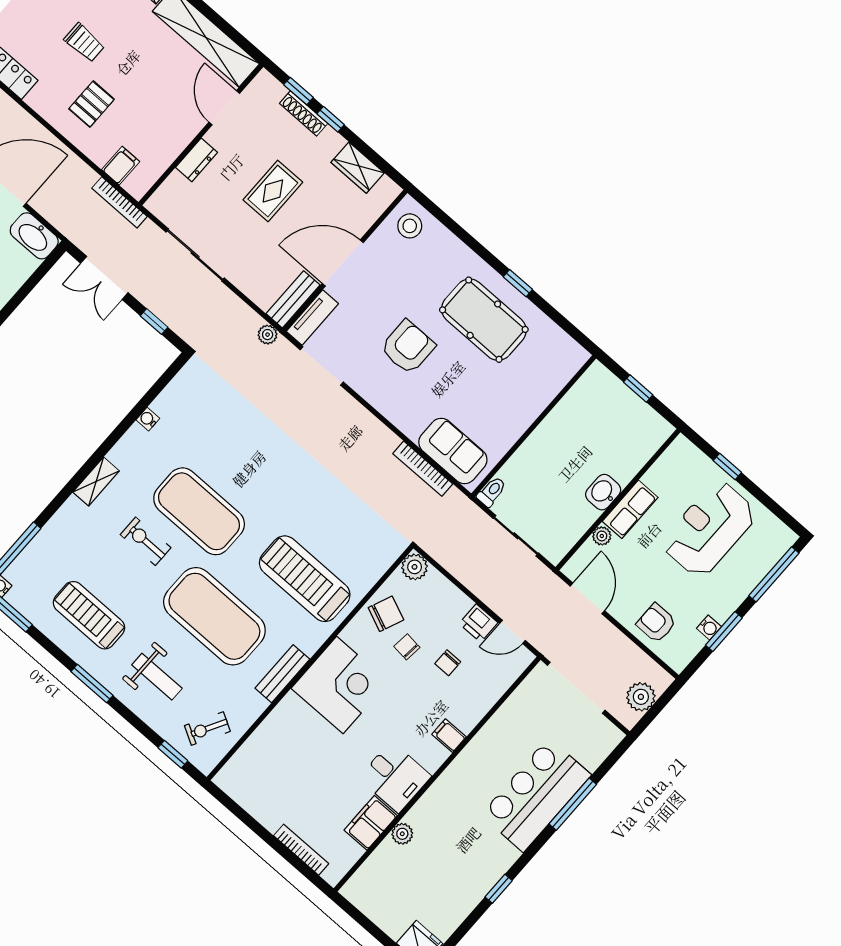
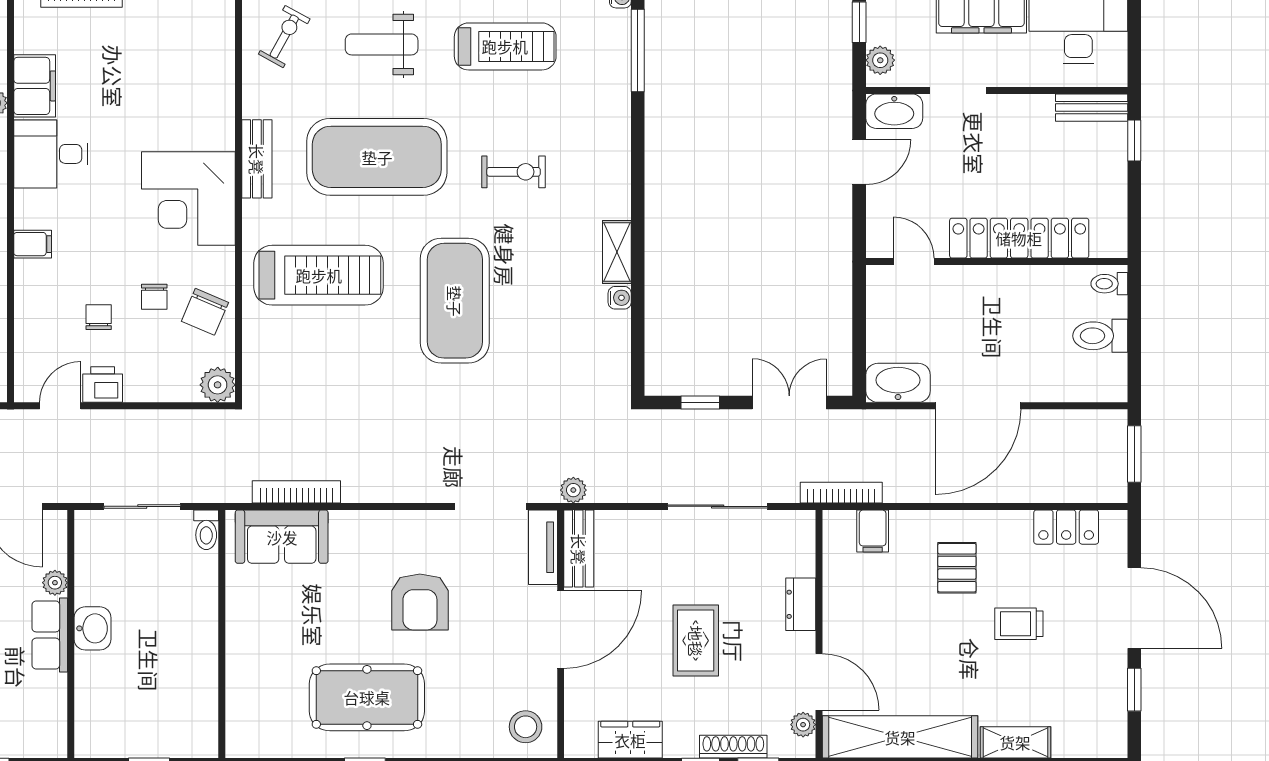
plant: (254, 92) -> (803, 725), added
shelving: (96, 482) -> (617, 252), moved
exercise mat: (199, 511) -> (455, 301), moved, turned 90
chair: (407, 647) -> (154, 297), turned 84

